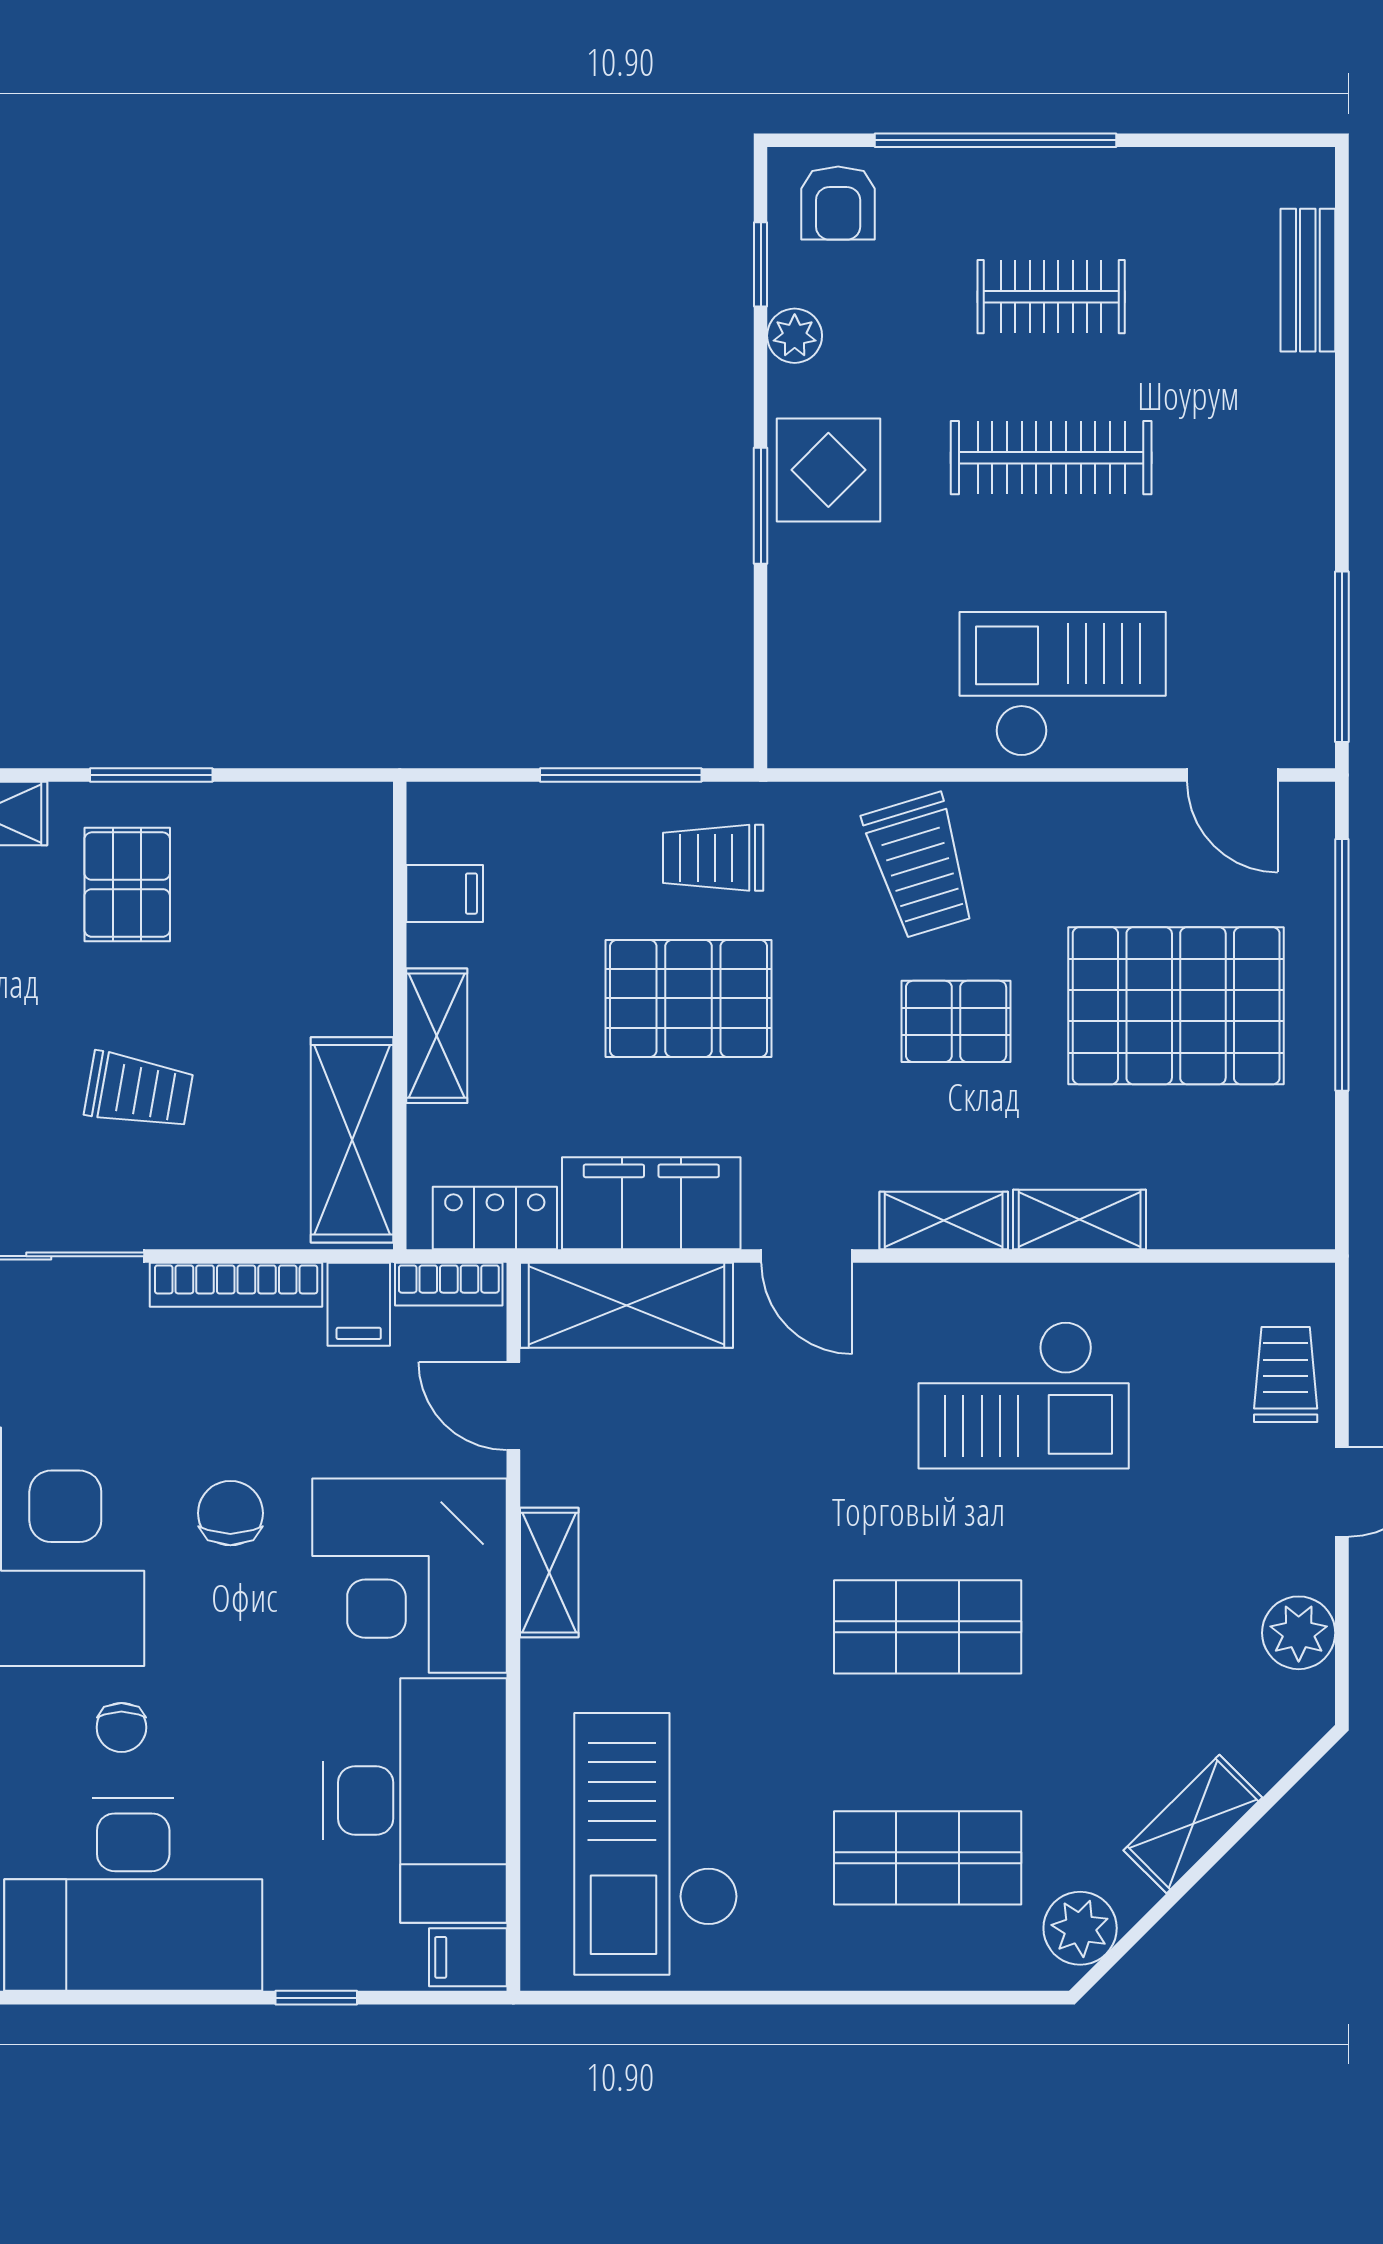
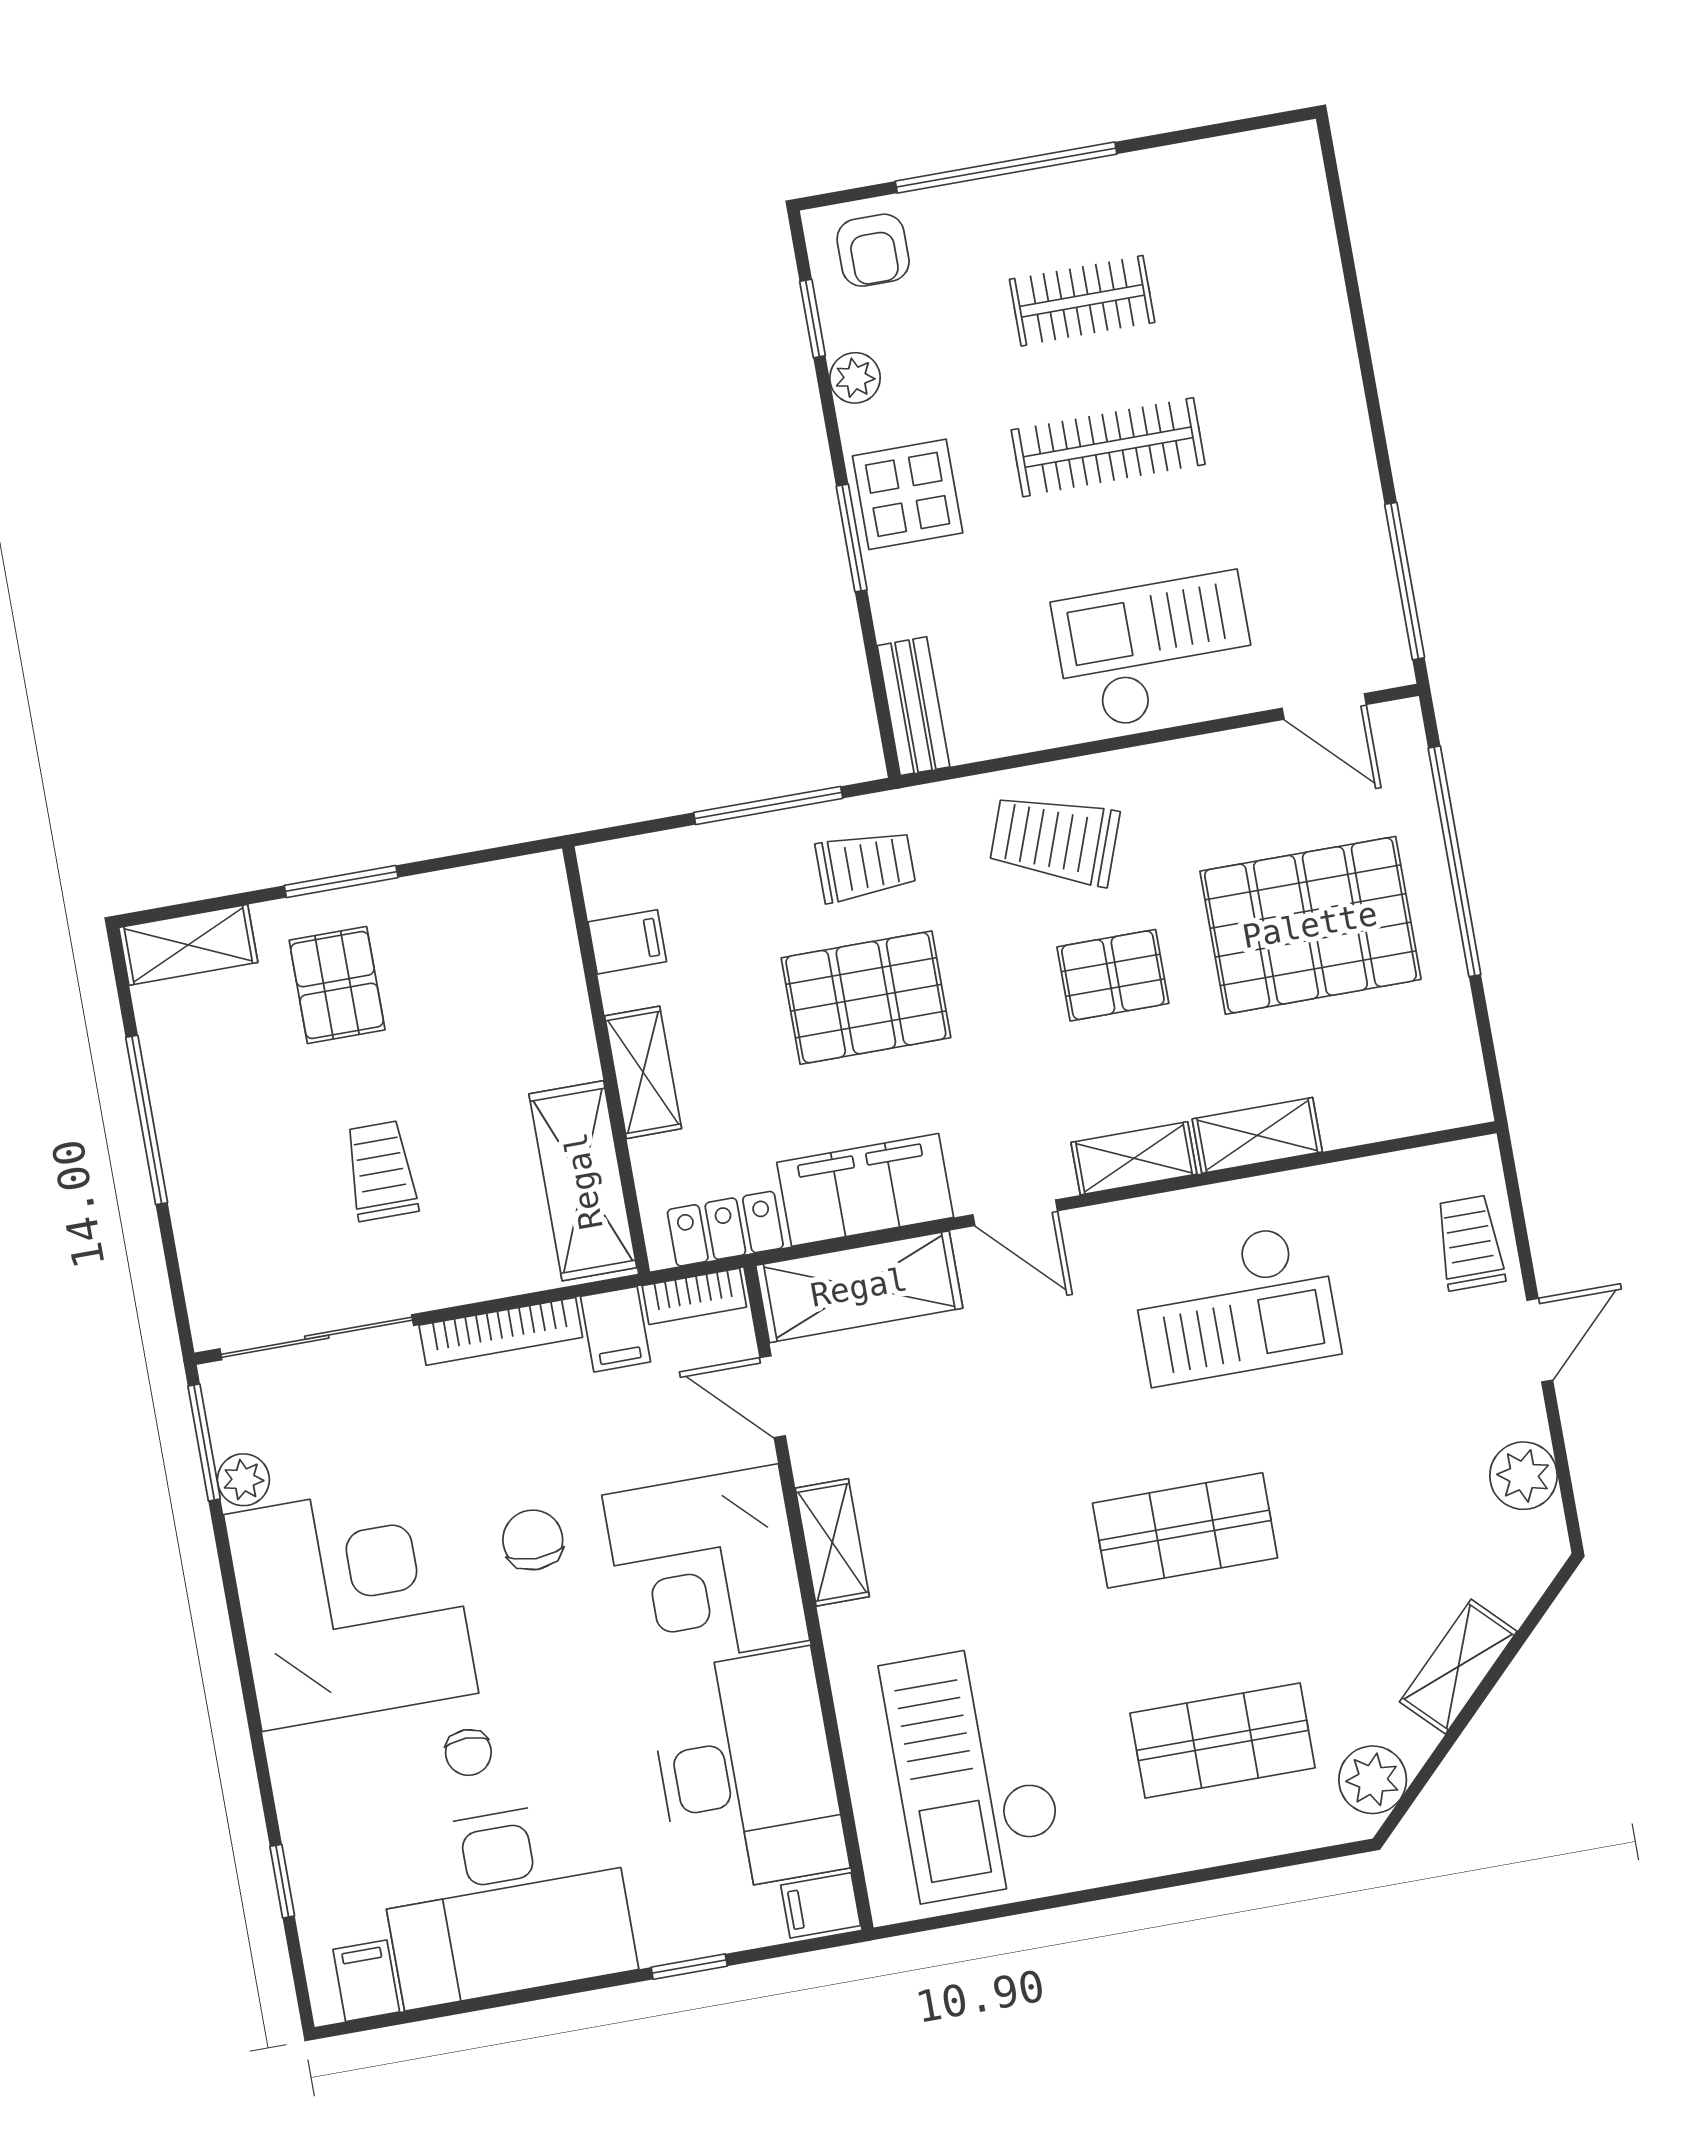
bench: (1308, 280) -> (913, 706), moved
trolley: (713, 858) -> (866, 866), turned 180
trolley: (920, 866) -> (1055, 839), turned 127
trolley: (139, 1091) -> (381, 1171), turned -100

